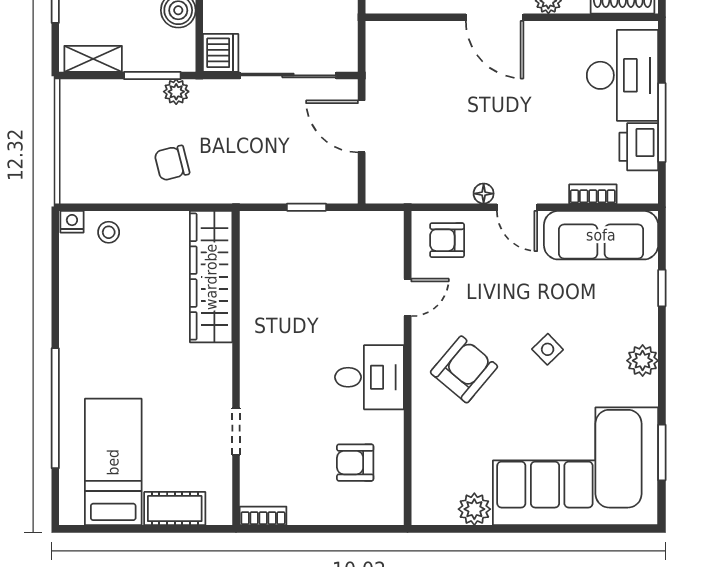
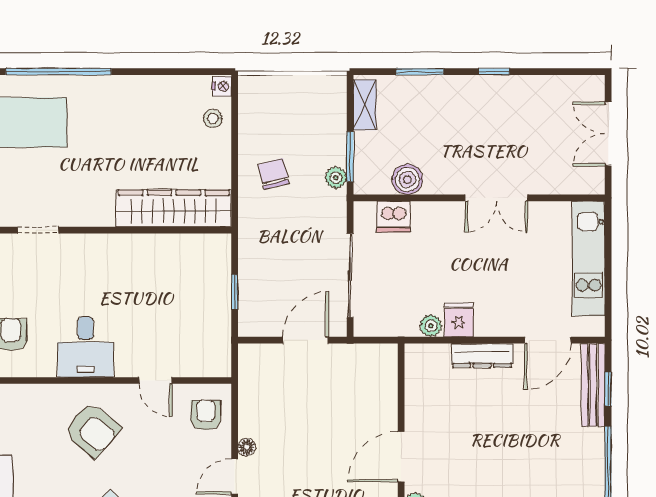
dishwasher: (221, 53) -> (393, 217), moved

